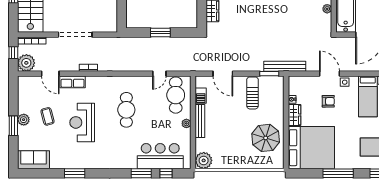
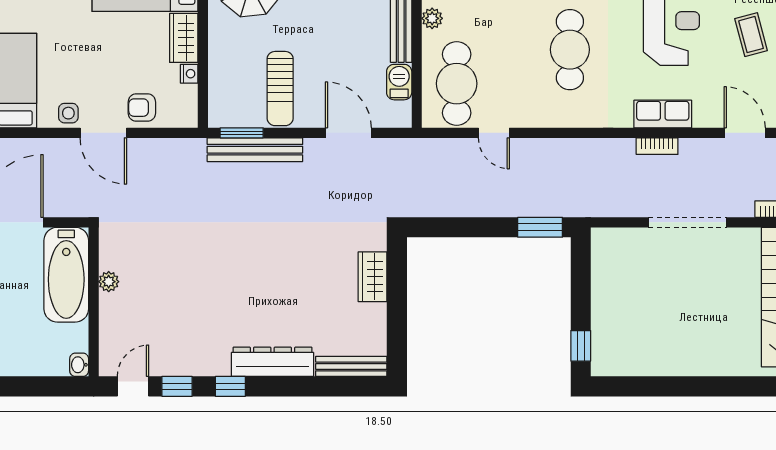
window: (160, 32) -> (540, 227), moved
bench: (285, 66) -> (255, 150), moved
door: (159, 74) -> (494, 133), swing flipped
row of seats: (73, 82) -> (663, 114), moved
armchair: (328, 101) -> (142, 108), moved

